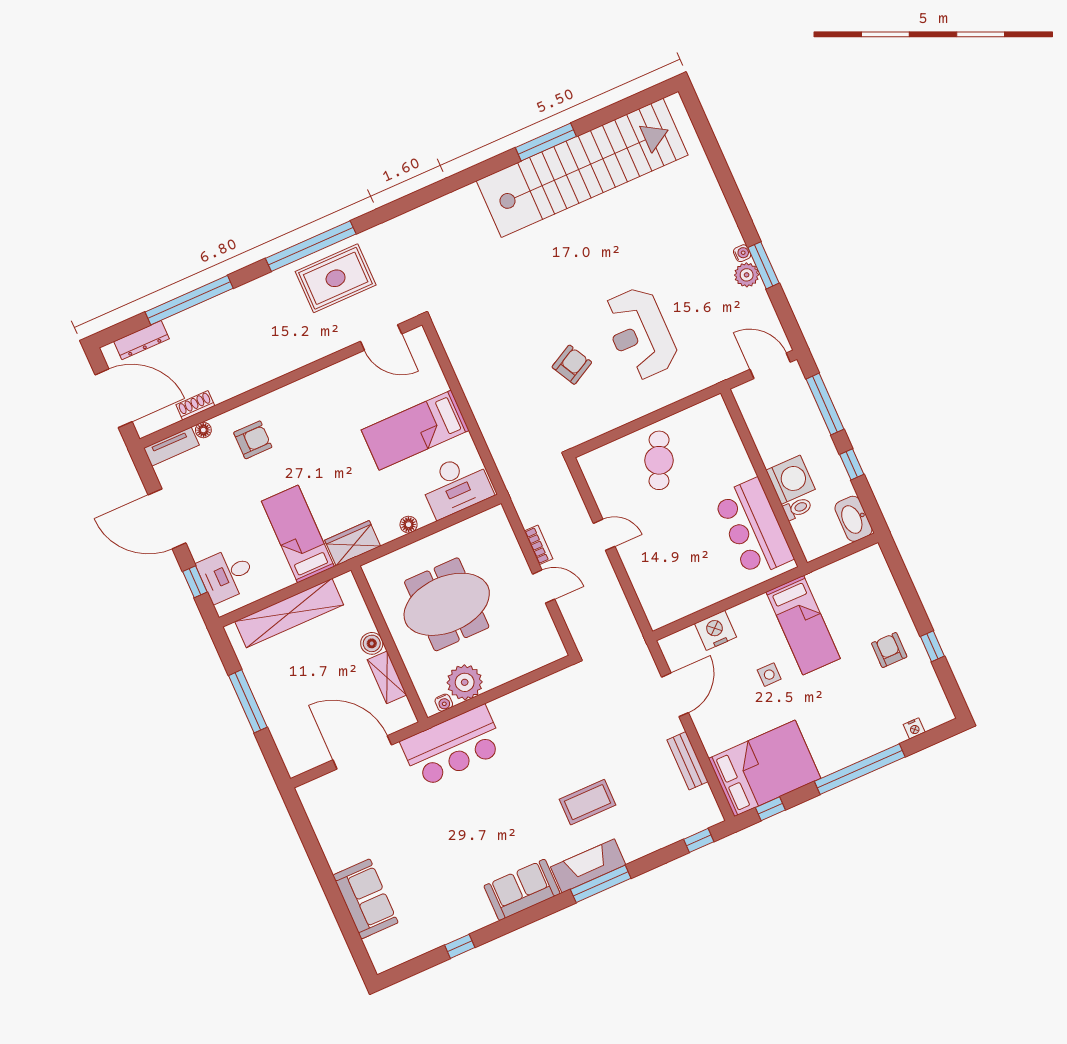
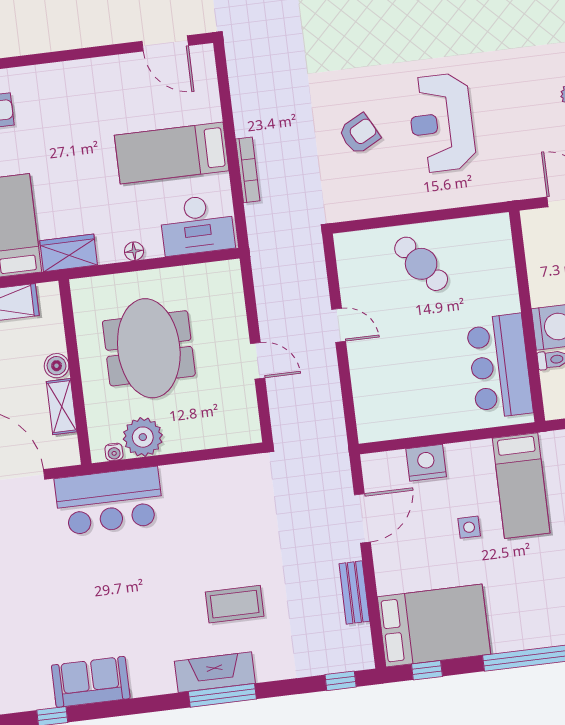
cafe table: (659, 460) -> (421, 264), turned -61
bookcase: (538, 545) -> (248, 170), moved, width x1.56
meeting table: (447, 604) -> (149, 348), turned 90
sofa: (522, 890) -> (91, 682), moved

